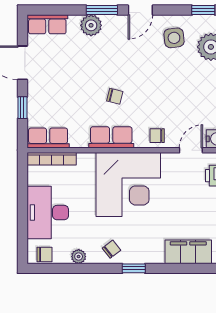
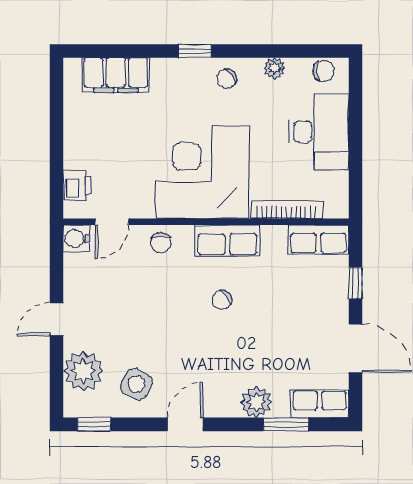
window: (102, 10) -> (286, 424), moved
side table: (174, 38) -> (136, 384), turned 35
chair: (115, 96) -> (222, 300), turned -51
chair: (157, 136) -> (161, 243), turned 90
bookcase: (52, 159) -> (286, 210), moved
chair: (45, 255) -> (324, 71), turned 180

